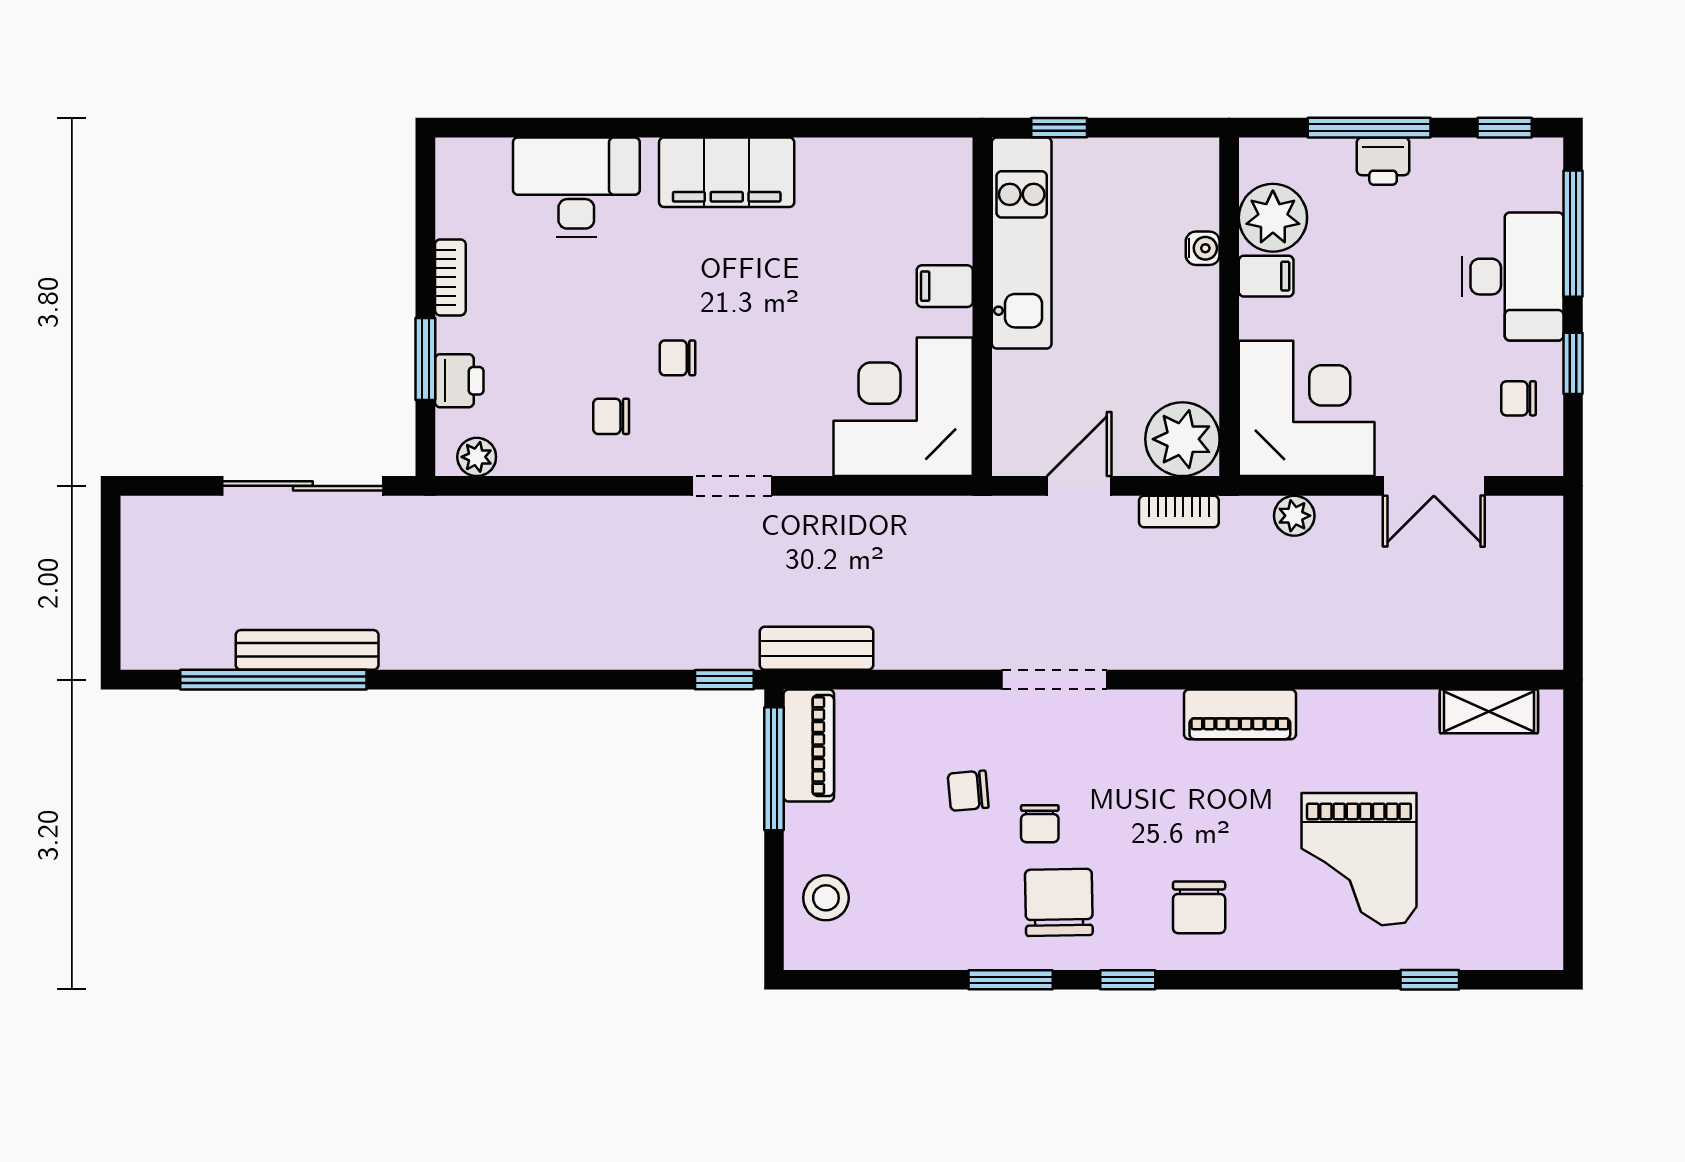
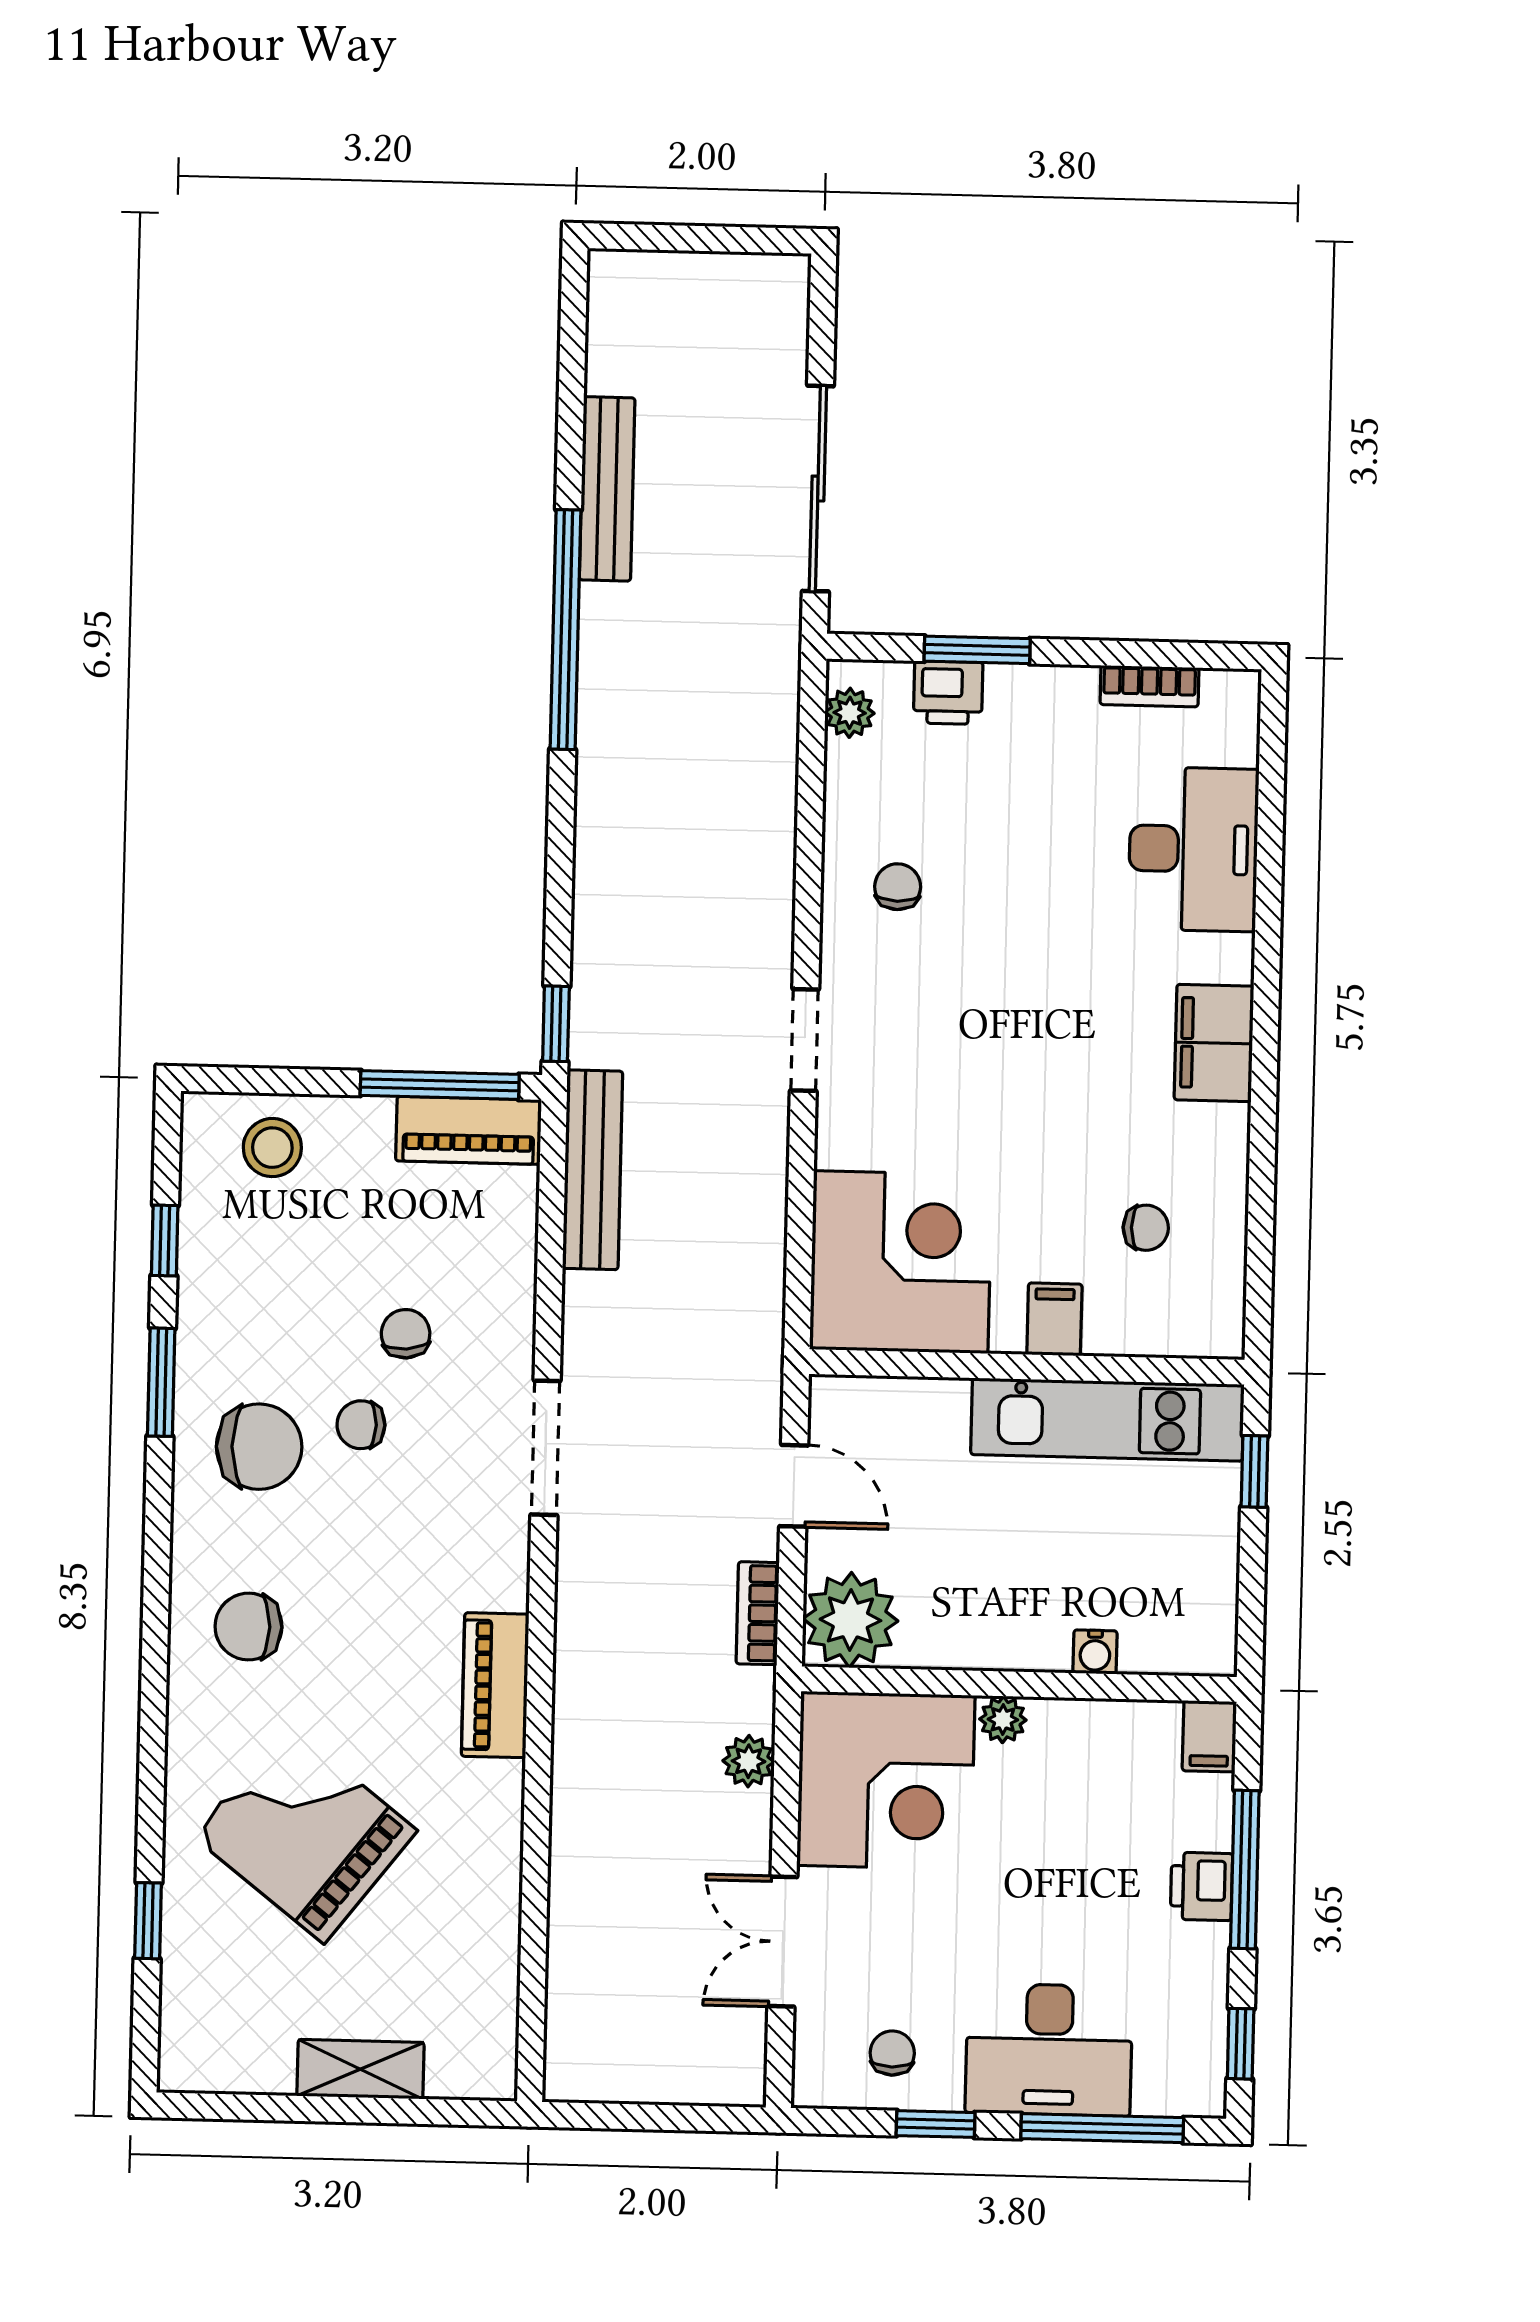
filing cabinet: (727, 172) -> (1214, 1043), width x0.67, depth x0.86
plant: (1273, 218) -> (1003, 1720), moved, width x0.53, depth x0.53
filing cabinet: (1266, 276) -> (1209, 1736), moved
bookcase: (450, 277) -> (1149, 686), moved
chair: (677, 358) -> (1146, 1228), moved, turned 90
bench: (817, 648) -> (593, 1170), width x1.36
window: (273, 680) -> (566, 630), moved
shelving: (1489, 711) -> (360, 2069), moved, turned 90
grand piano: (1359, 859) -> (305, 1834), turned 38
window: (1128, 980) -> (165, 1240), moved

